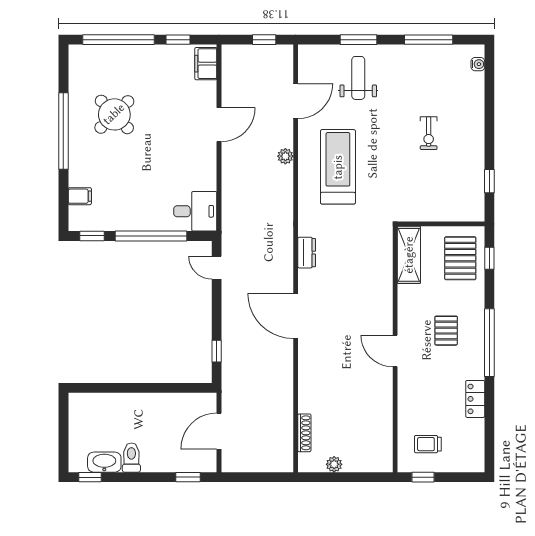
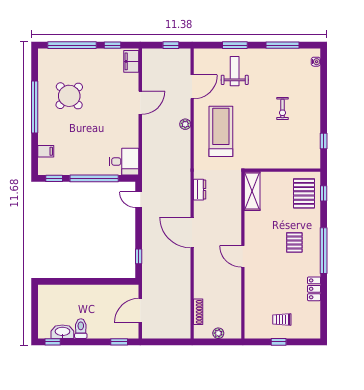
shelving: (409, 255) -> (252, 191), moved
wall: (395, 349) -> (243, 255), moved
door: (395, 351) -> (243, 256), moved

